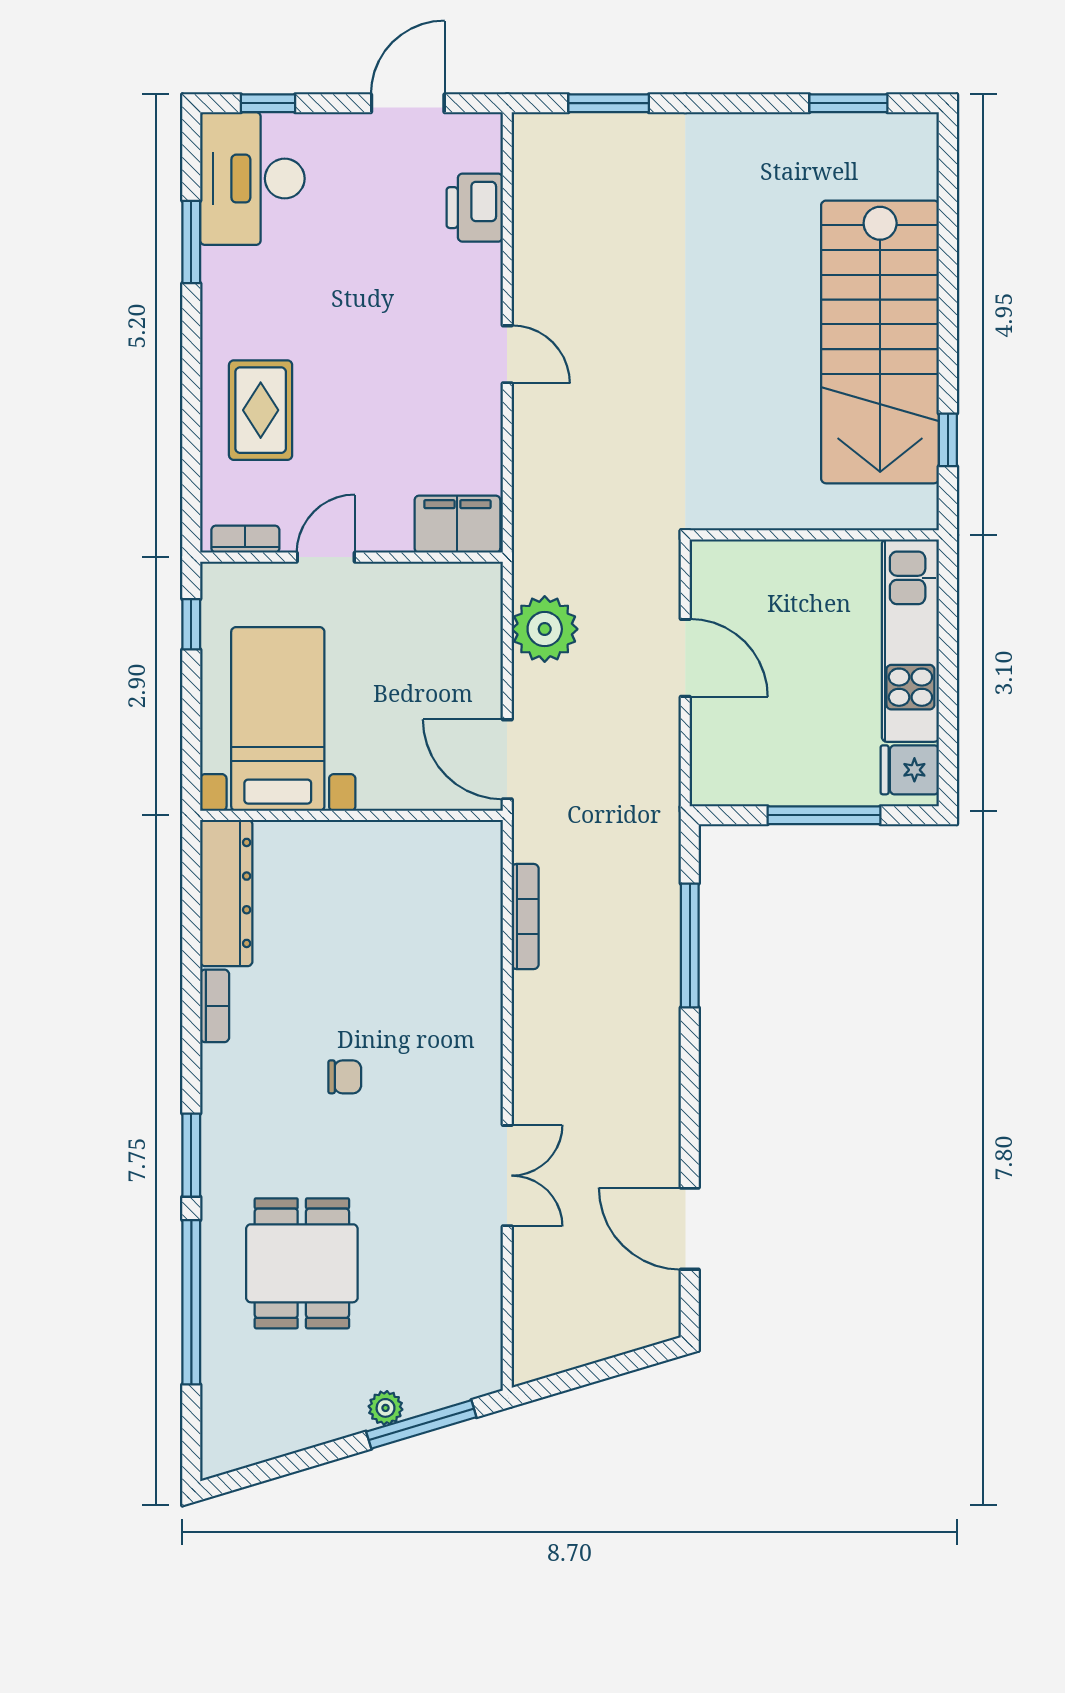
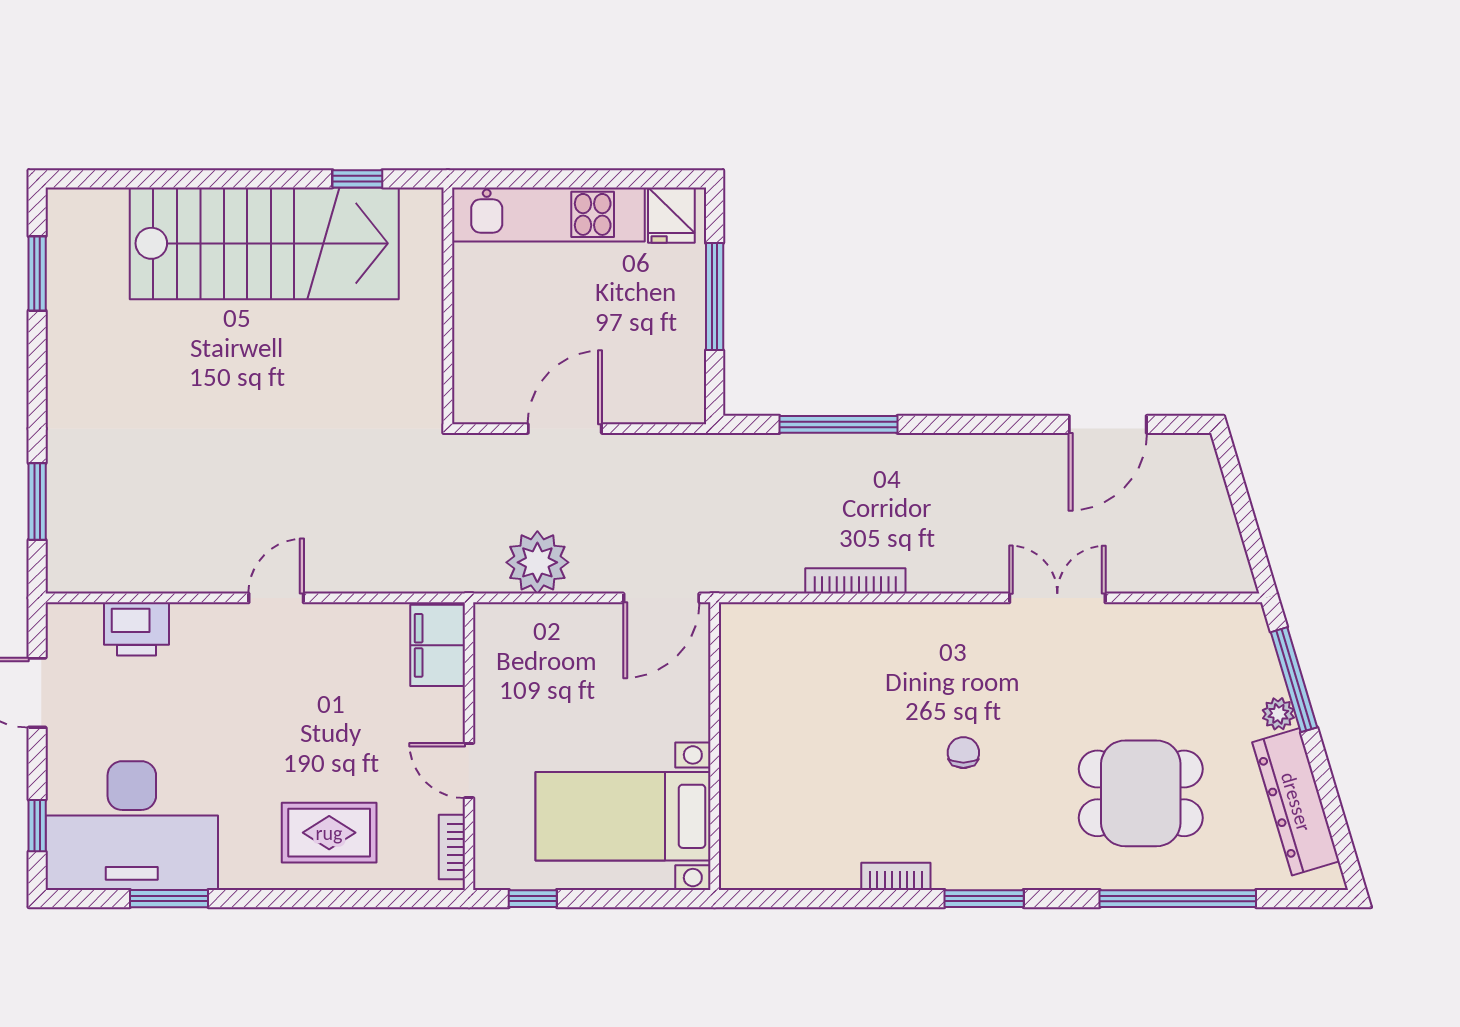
desk: (252, 179) -> (132, 826), width x1.36, depth x1.30
dresser: (226, 893) -> (1296, 802), moved, turned -107
bookcase: (525, 917) -> (855, 581), moved
window: (191, 1155) -> (984, 899), moved

